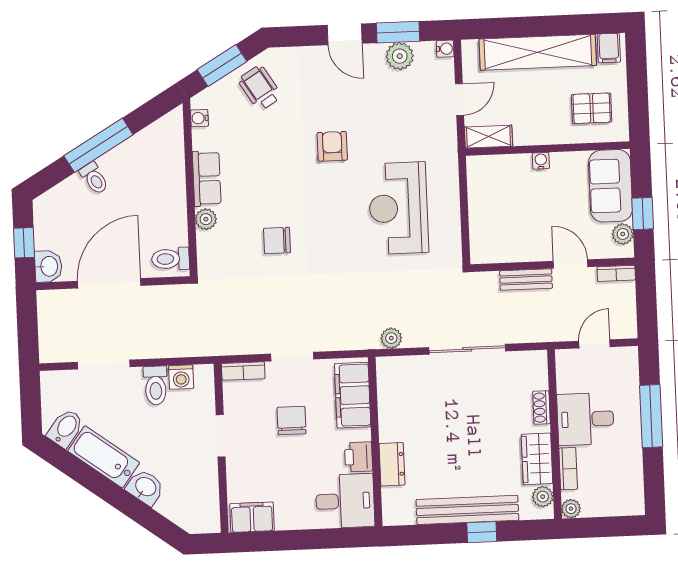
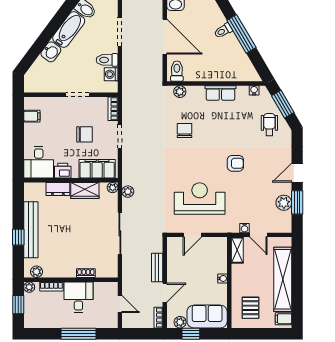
water cooler: (445, 49) -> (245, 228), moved
wheelchair: (260, 88) -> (269, 125), turned -58
door: (465, 218) -> (192, 235), added
plant: (206, 219) -> (180, 92), moved
plant: (385, 366) -> (113, 188), added
wardrobe: (537, 459) -> (85, 190), moved, turned 180
filing cabinet: (252, 517) -> (32, 116), width x0.50
window: (604, 527) -> (18, 305), added

